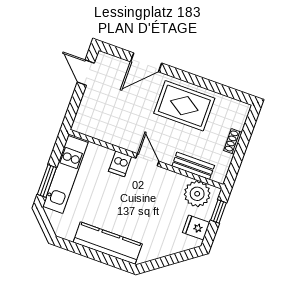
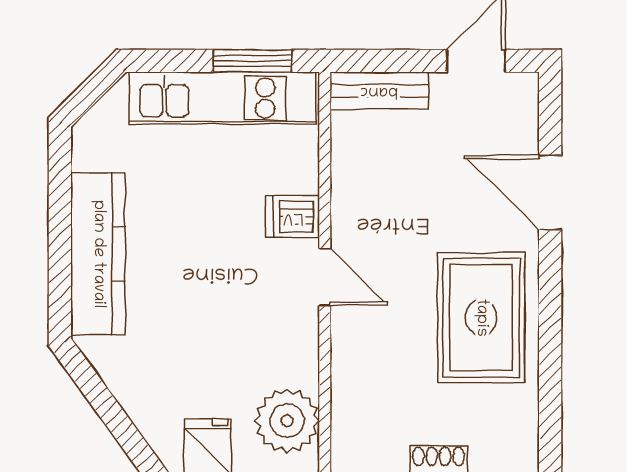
door: (147, 160) -> (325, 277), hinge flipped
bench: (193, 166) -> (379, 91), moved, turned 90
window: (47, 181) -> (252, 61), moved

